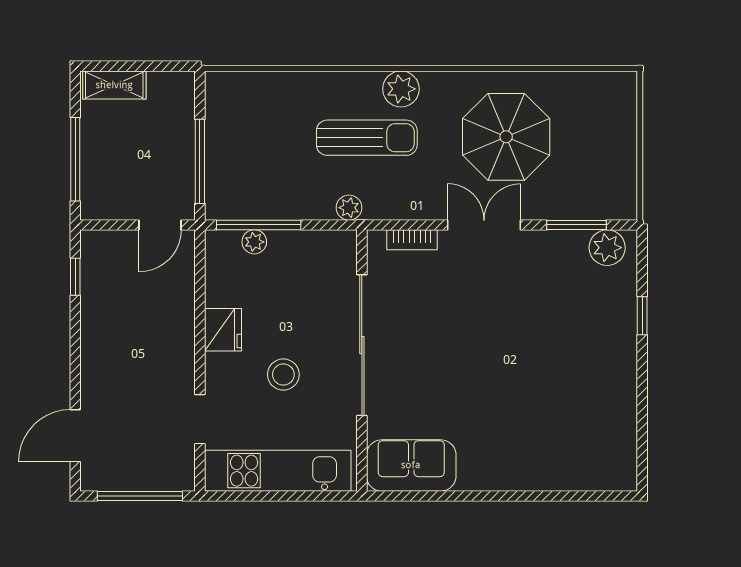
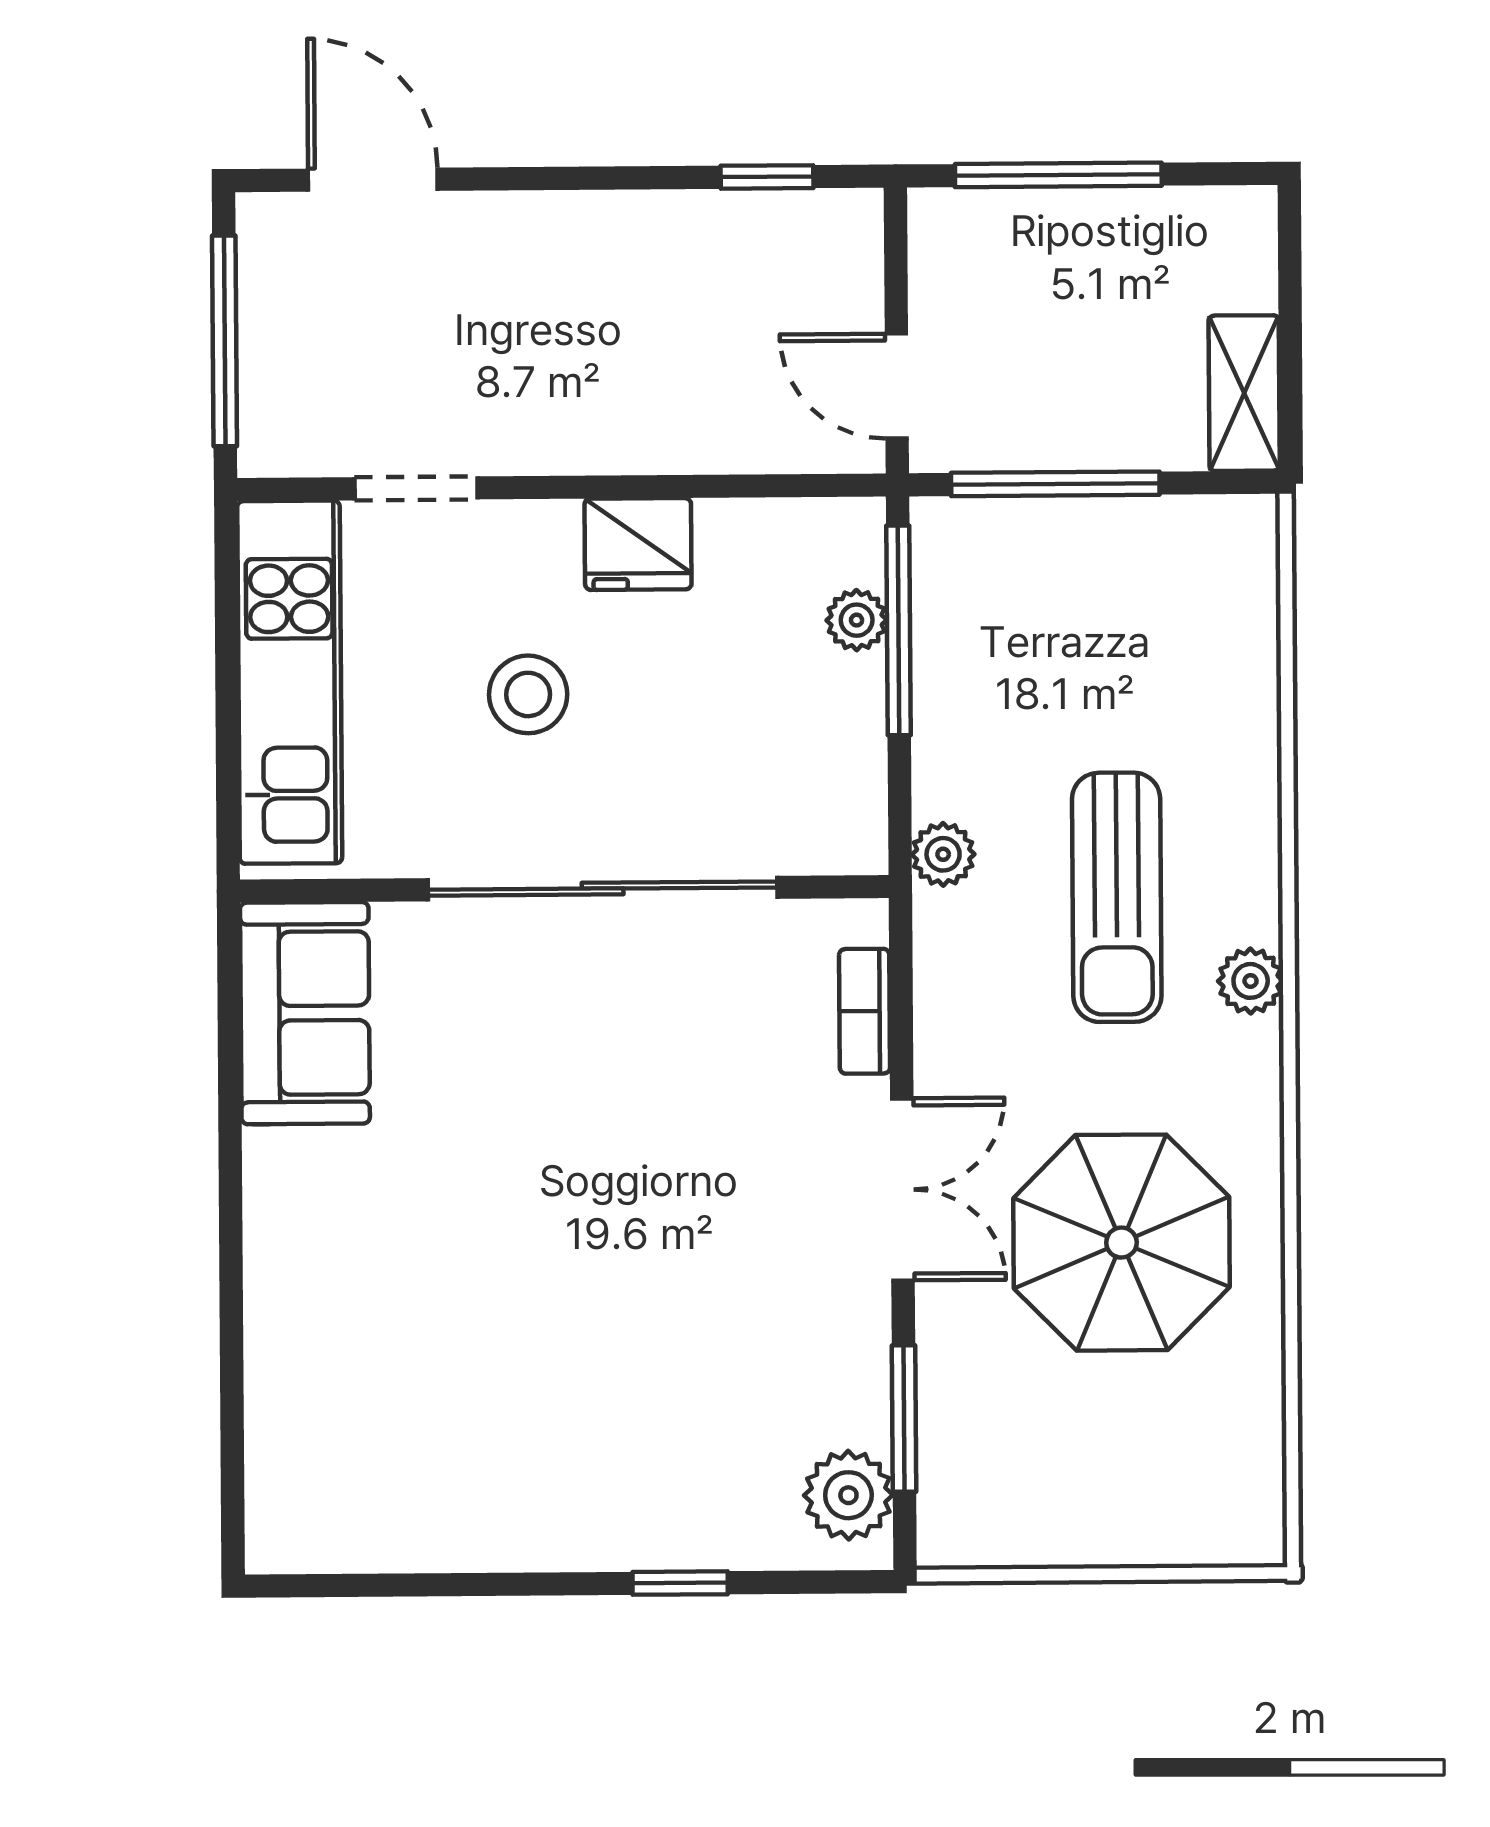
shelving: (114, 85) -> (1244, 393), moved
plant: (401, 89) -> (1251, 981), width x0.73, depth x0.73

